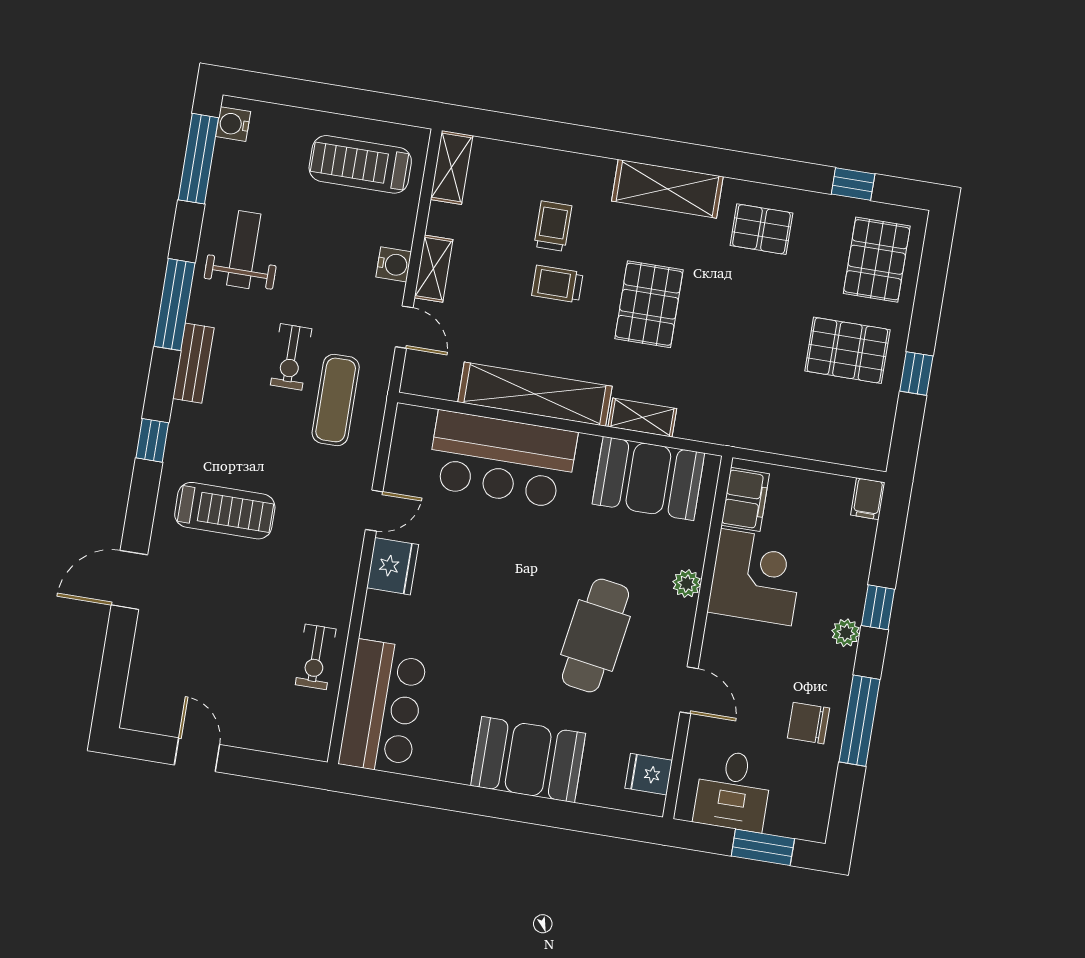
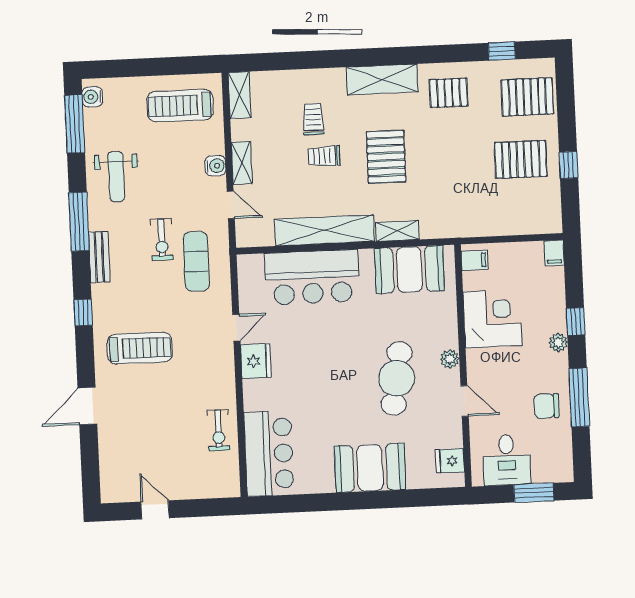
weight bench: (244, 250) -> (116, 177), turned 180
pallet: (877, 260) -> (527, 97), turned 90
filing cabinet: (745, 499) -> (475, 260), width x0.50
plant: (687, 584) -> (450, 359), moved

